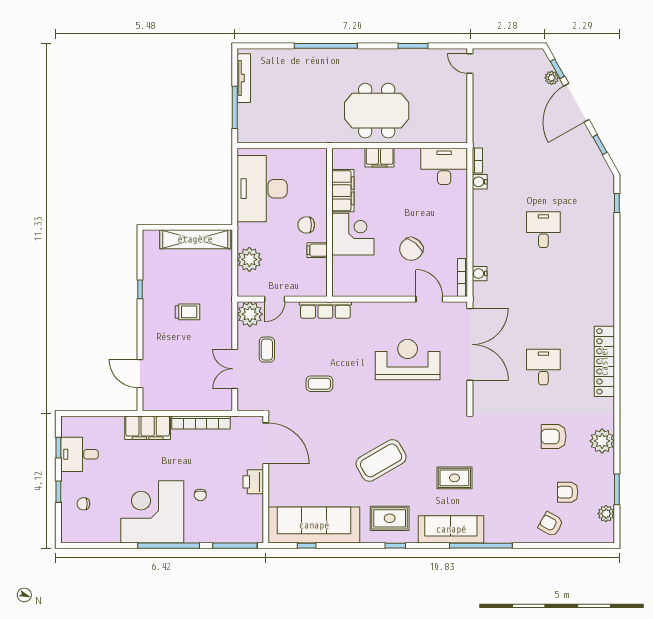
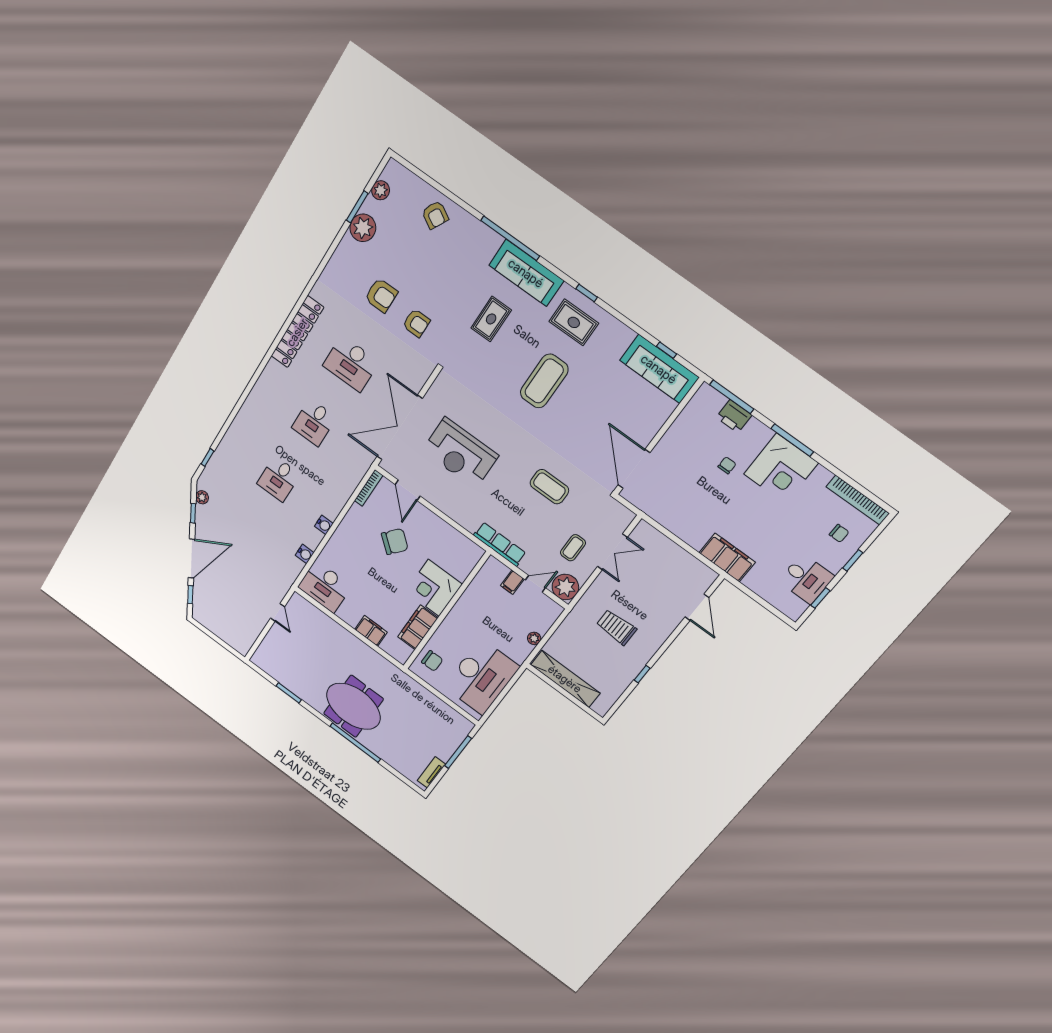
door: (470, 64) -> (278, 612), moved
tv unit: (244, 78) -> (431, 772), width x0.71
plant: (552, 78) -> (202, 497), moved
meeting table: (377, 111) -> (353, 706), moved
bookcase: (477, 160) -> (296, 572), removed
chair: (306, 225) -> (432, 661), moved
filing cabinet: (317, 250) -> (512, 582), moved, turned 90
plant: (249, 259) -> (534, 638), width x0.53, depth x0.53
water cooler: (480, 274) -> (324, 525), moved
desk: (543, 298) -> (314, 422), added
trolley: (188, 312) -> (616, 627), width x1.36, depth x1.39
desk: (543, 367) -> (351, 364), width x1.37
coffee table: (319, 384) -> (549, 487), width x1.36, depth x1.30
bookcase: (201, 422) -> (858, 500), moved, turned 180
plant: (602, 441) -> (363, 228), moved
coffee table: (381, 460) -> (544, 381), turned -60
rug: (454, 478) -> (491, 319), turned 90
printer: (253, 482) -> (734, 416), moved, turned 90
armchair: (568, 492) -> (416, 323), moved
corner desk: (152, 512) -> (781, 468), width x0.74, depth x0.74
sofa: (314, 525) -> (659, 369), width x0.74, depth x0.79
window: (169, 546) -> (792, 440), width x0.68

